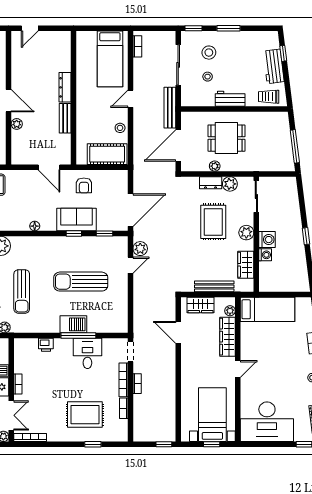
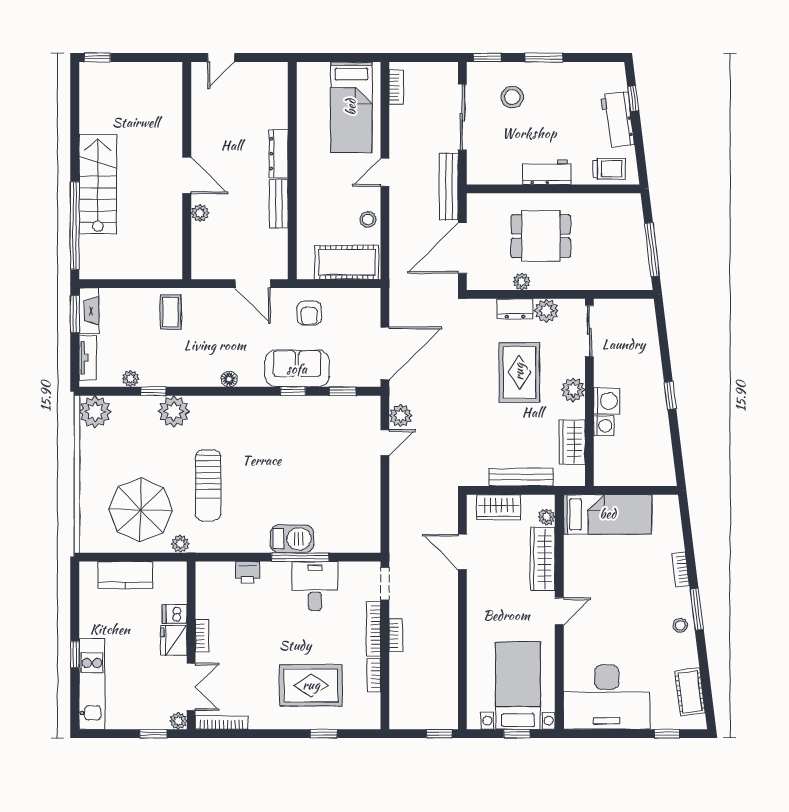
stool: (208, 77) -> (510, 136), removed
trolley: (269, 97) -> (609, 169), turned 180
sun lounger: (81, 282) -> (304, 469), removed

